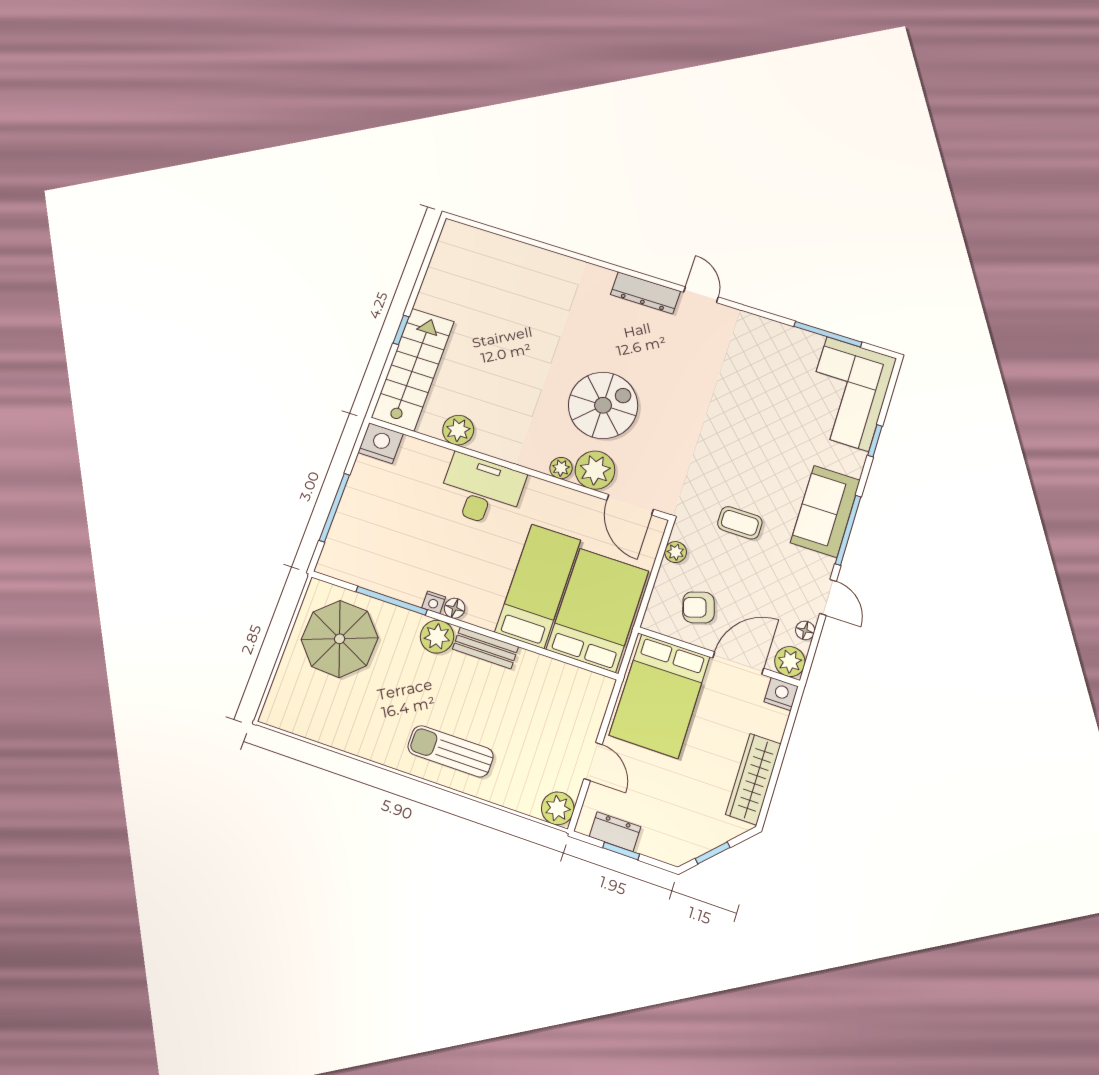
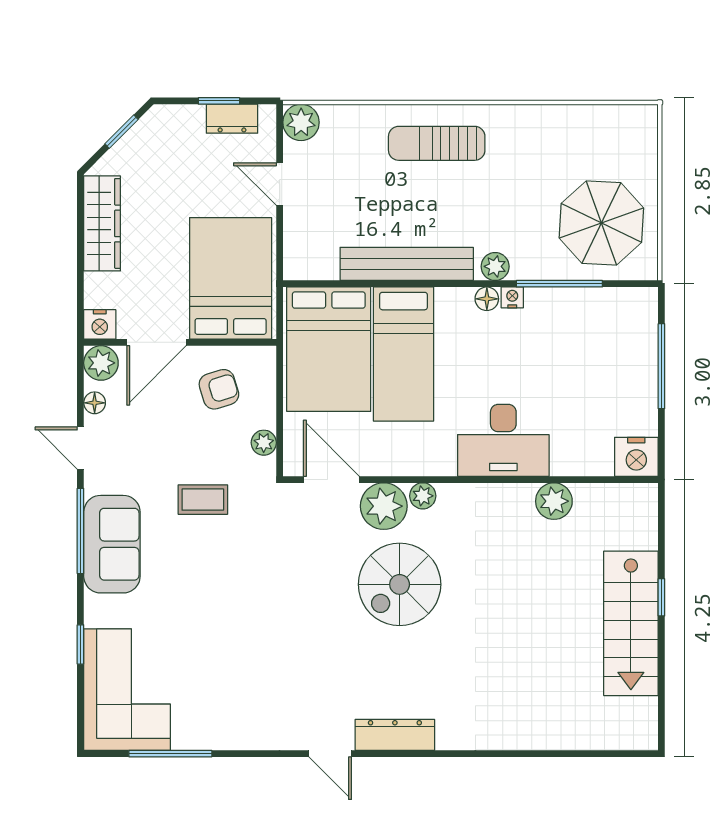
stairs: (413, 369) -> (631, 623), moved
plant: (437, 637) -> (495, 266), width x0.73, depth x0.73
bench: (486, 648) -> (407, 264), width x1.86, depth x1.21
sun lounger: (451, 751) -> (437, 143), turned 180

